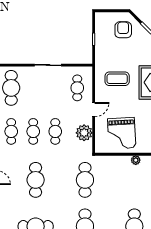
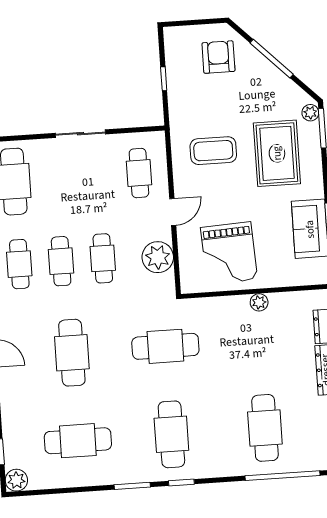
cafe table: (85, 180) -> (165, 346), turned 90

